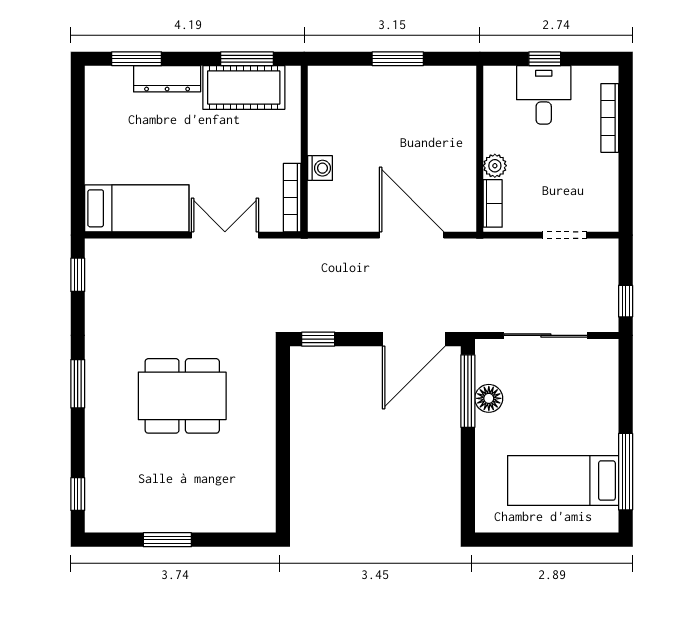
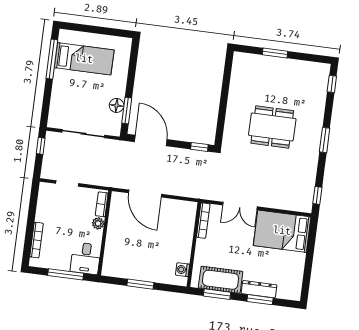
window: (137, 59) -> (260, 300), moved
window: (545, 59) -> (66, 274), width x2.17
desk: (544, 95) -> (86, 258), moved
washing machine: (320, 168) -> (182, 270), moved
bed: (137, 208) -> (282, 231), width x1.50
door: (414, 339) -> (151, 141), hinge flipped
window: (468, 391) -> (127, 111), width x0.69
window: (167, 540) -> (275, 53), moved

